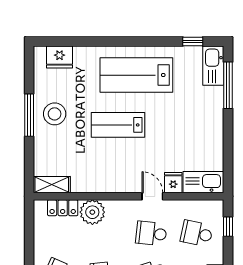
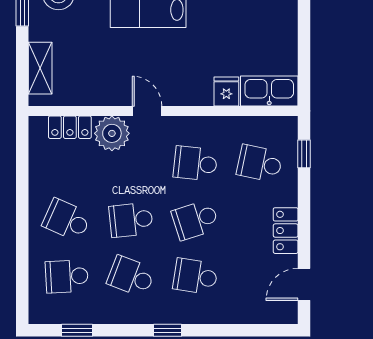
shelving: (52, 185) -> (40, 68), moved, turned 90
door: (152, 196) -> (147, 111), moved

